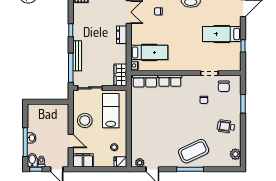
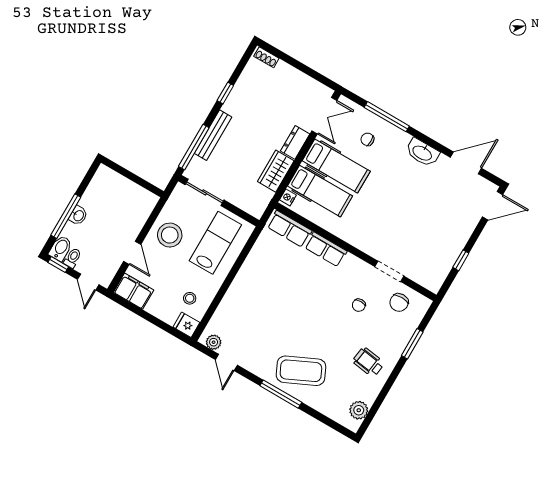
hospital bed: (222, 34) -> (336, 166), moved, turned 180
wardrobe: (120, 75) -> (276, 171), moved

